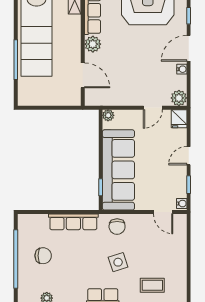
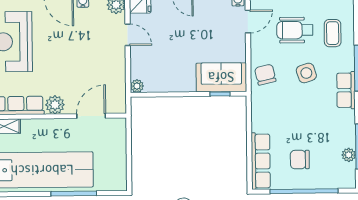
sofa: (118, 170) -> (221, 77), width x0.54, depth x0.79
row of seats: (73, 222) -> (261, 161), moved
chair: (117, 227) -> (265, 75), turned -103
wheelchair: (155, 253) -> (295, 30), added
chair: (43, 256) -> (300, 160), turned -90

